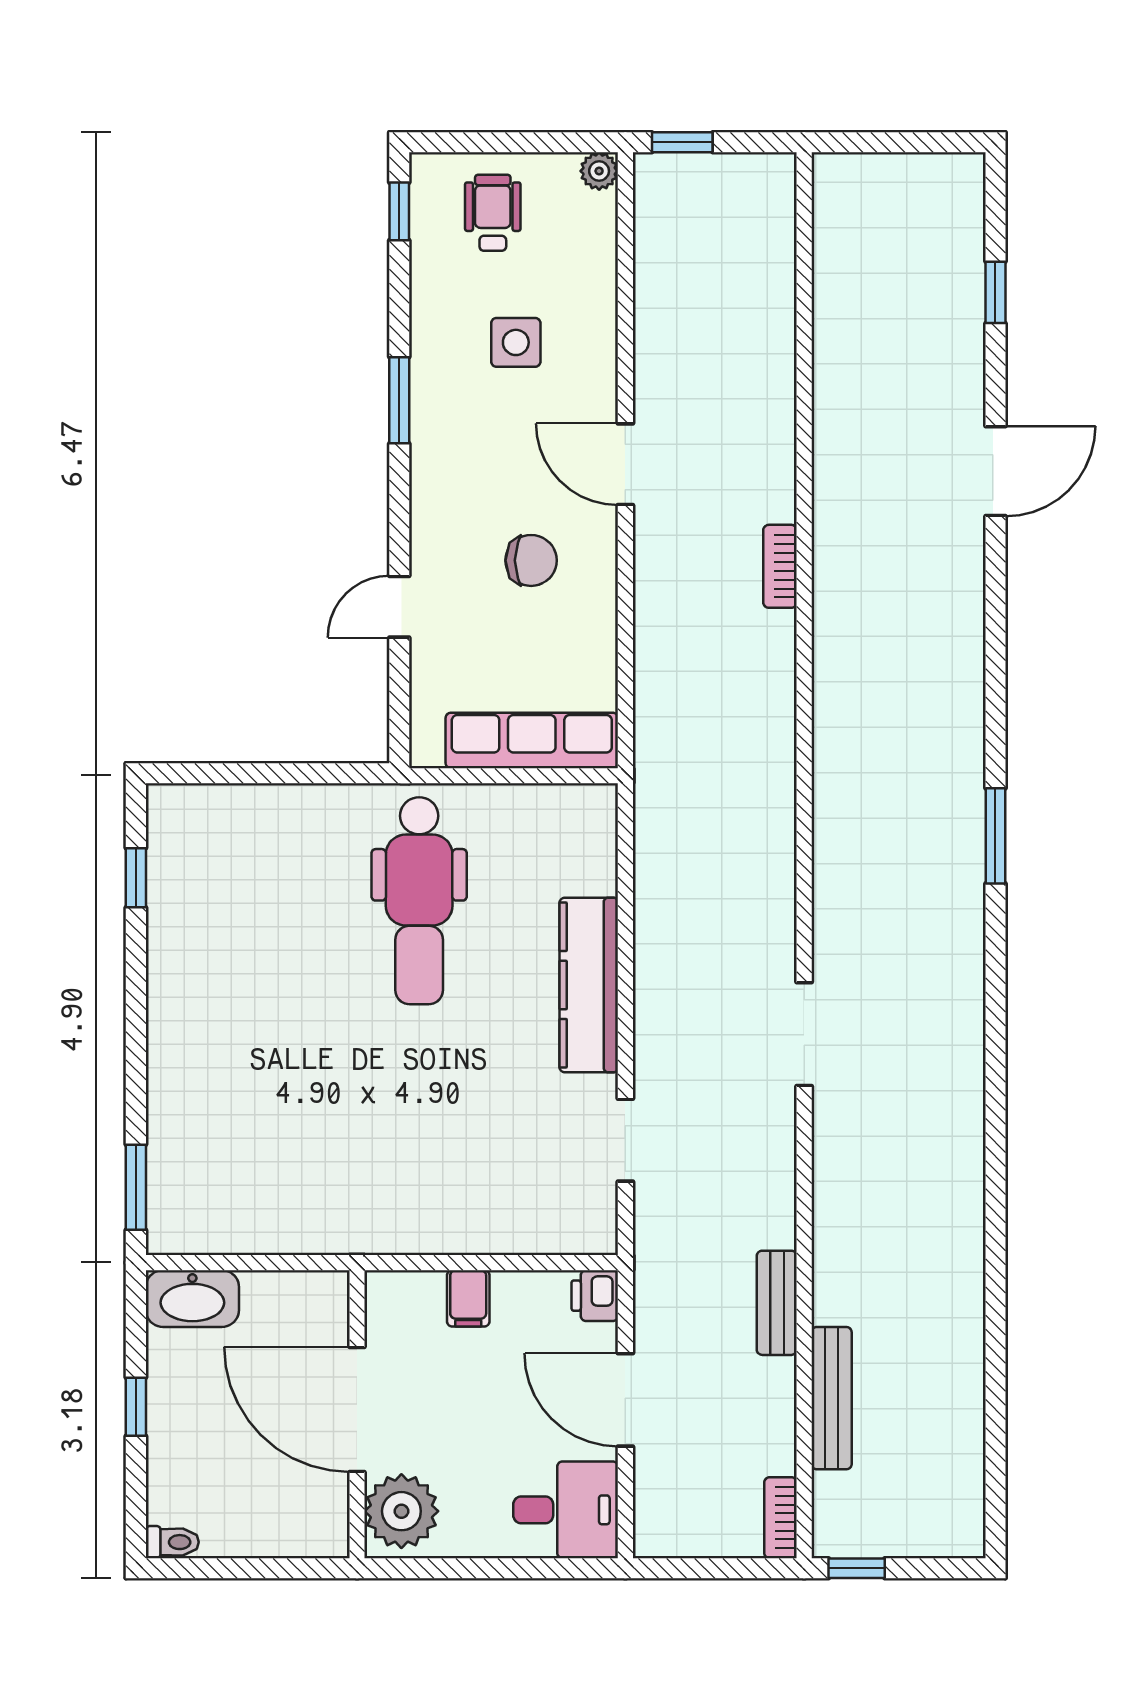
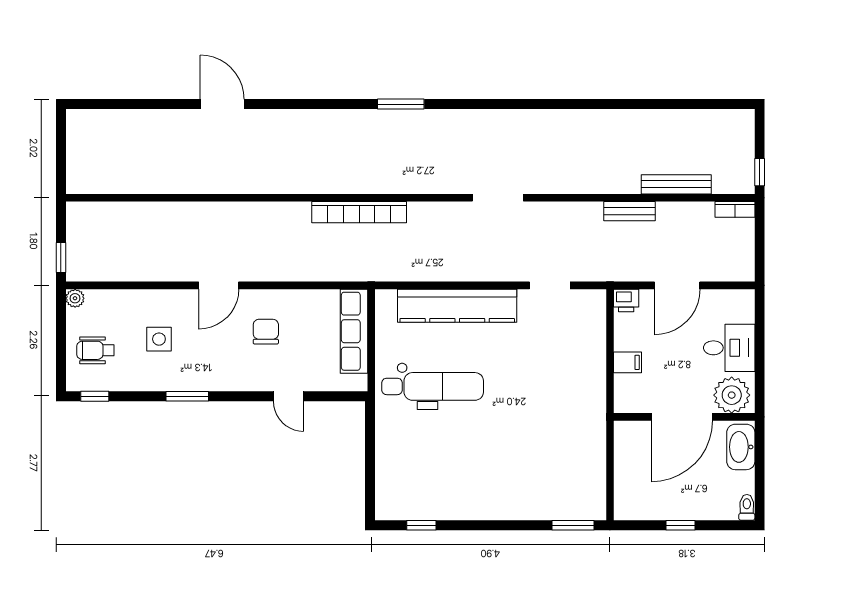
window: (995, 292) -> (134, 104), removed
bookcase: (780, 566) -> (359, 212), moved, width x2.31, depth x1.31
kitchen counter: (589, 985) -> (457, 306), width x1.39, depth x1.17
washbasin: (192, 1299) -> (741, 447), moved, turned 180
desk: (566, 1510) -> (729, 348), moved, turned 90

